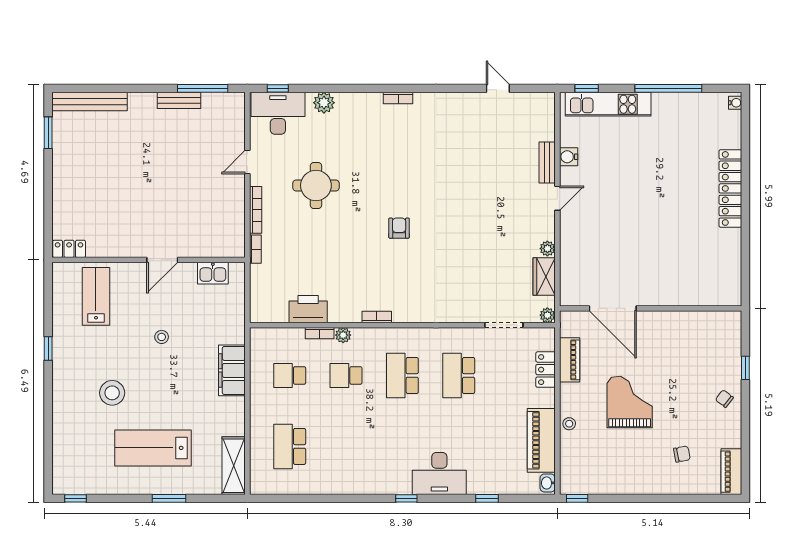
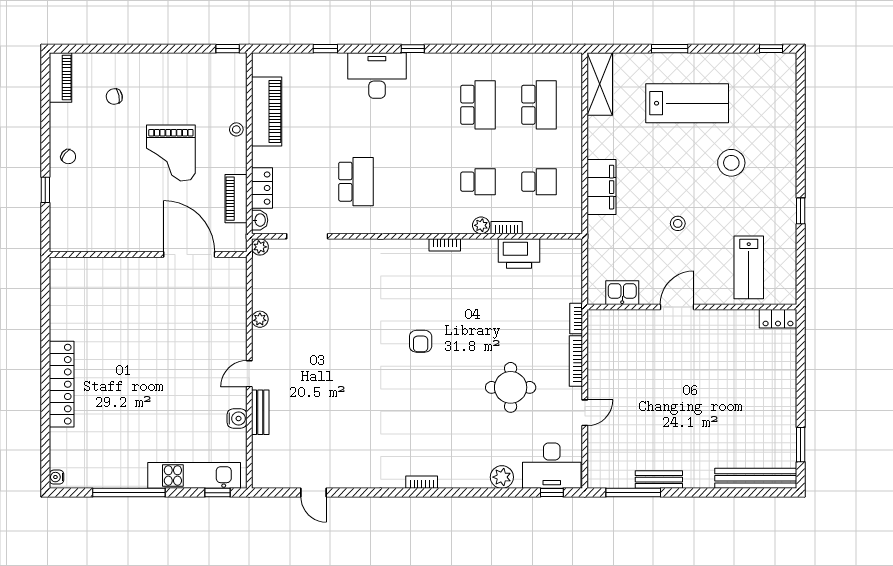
wardrobe: (544, 276) -> (263, 289), removed
school desk: (402, 375) -> (478, 105), moved
washbasin: (548, 483) -> (260, 220), moved

